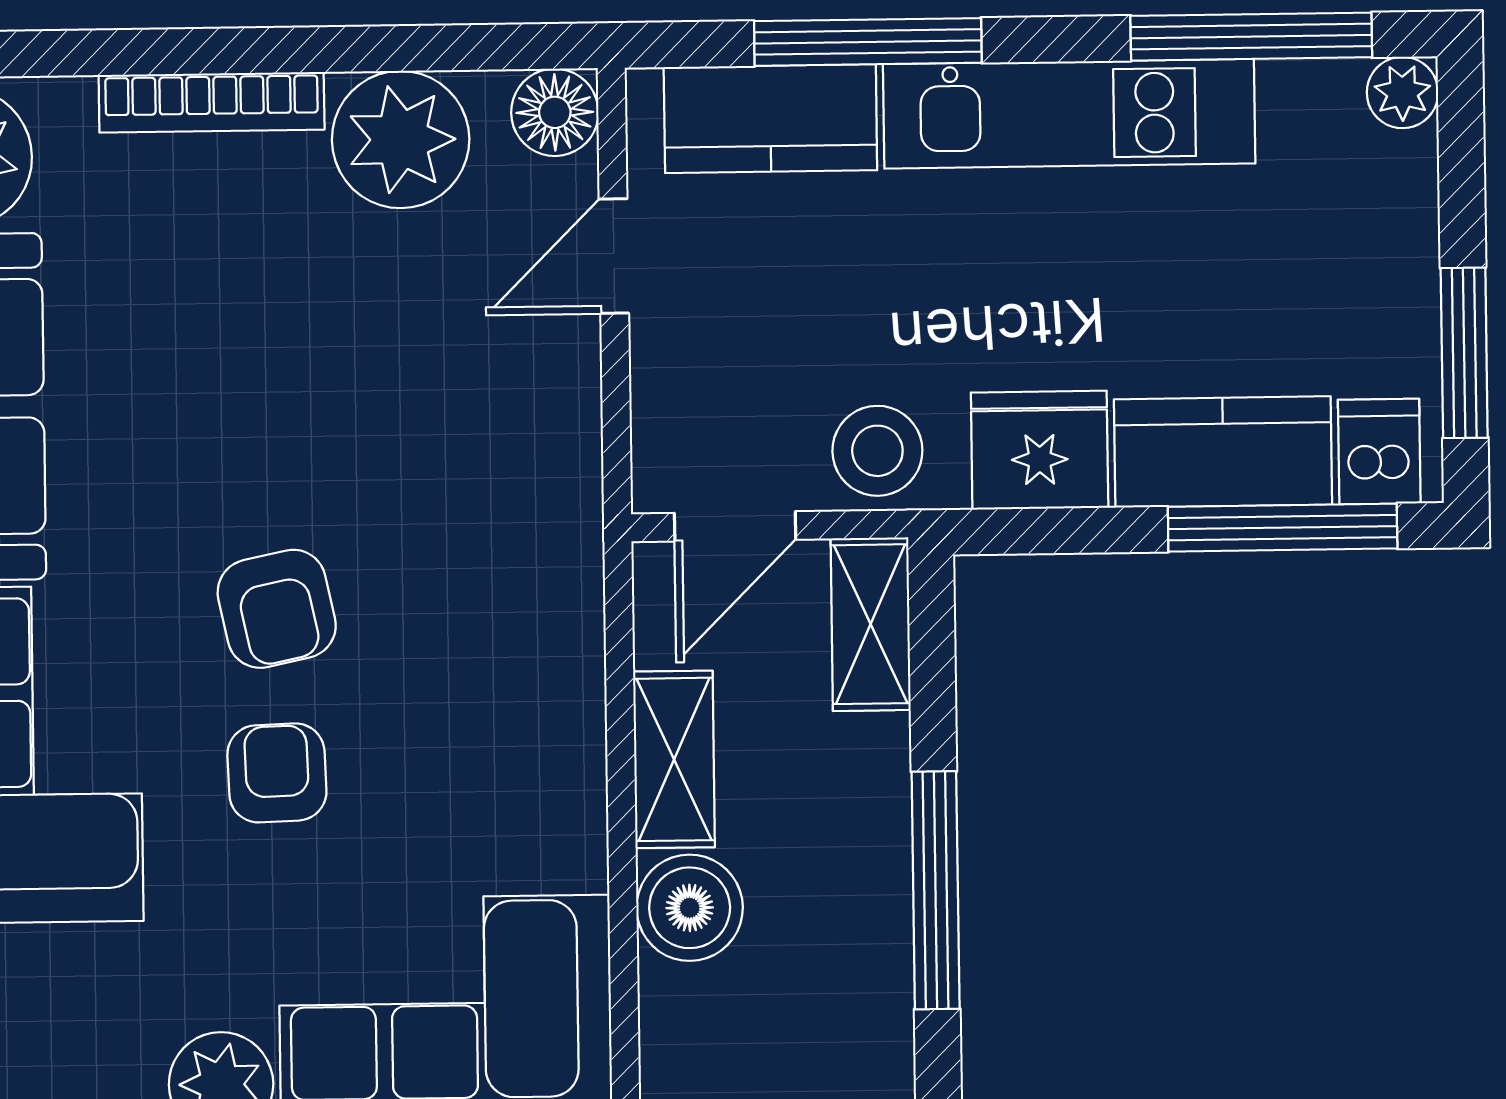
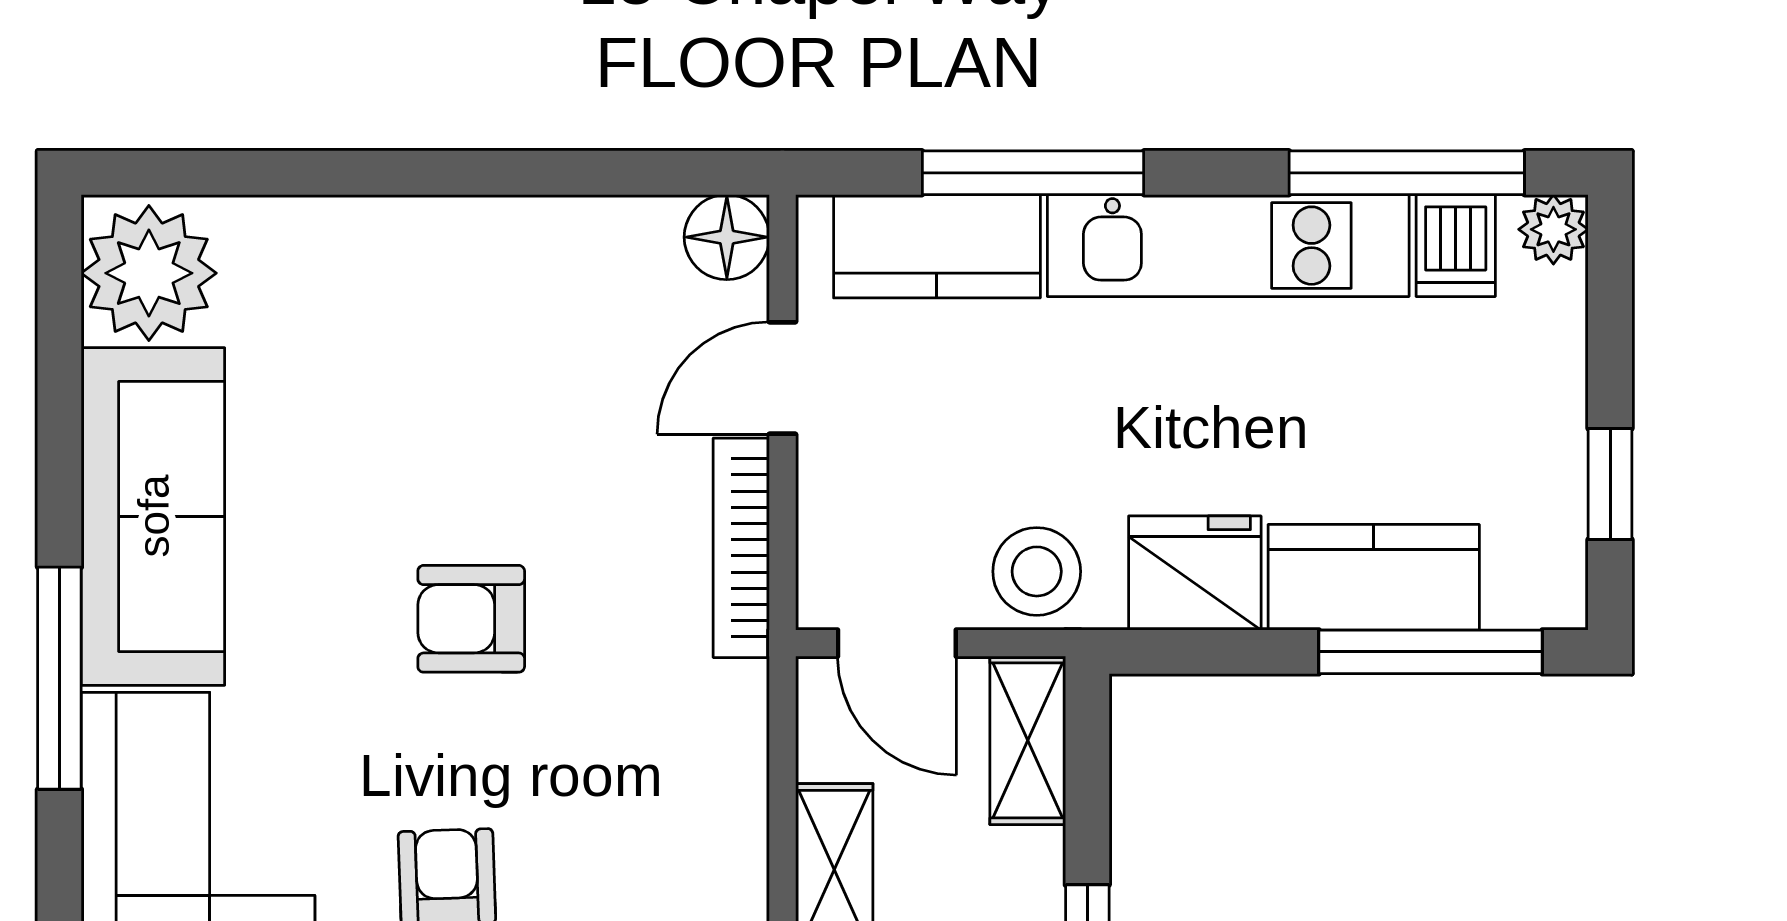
bookcase: (212, 102) -> (741, 548), moved, turned 90
plant: (401, 140) -> (576, 262), removed
window: (1464, 353) -> (1610, 484), width x0.67
dishwasher: (1379, 452) -> (1456, 246), moved, turned 180
door: (735, 526) -> (897, 643), hinge flipped
armchair: (277, 609) -> (471, 619), moved, turned 102

